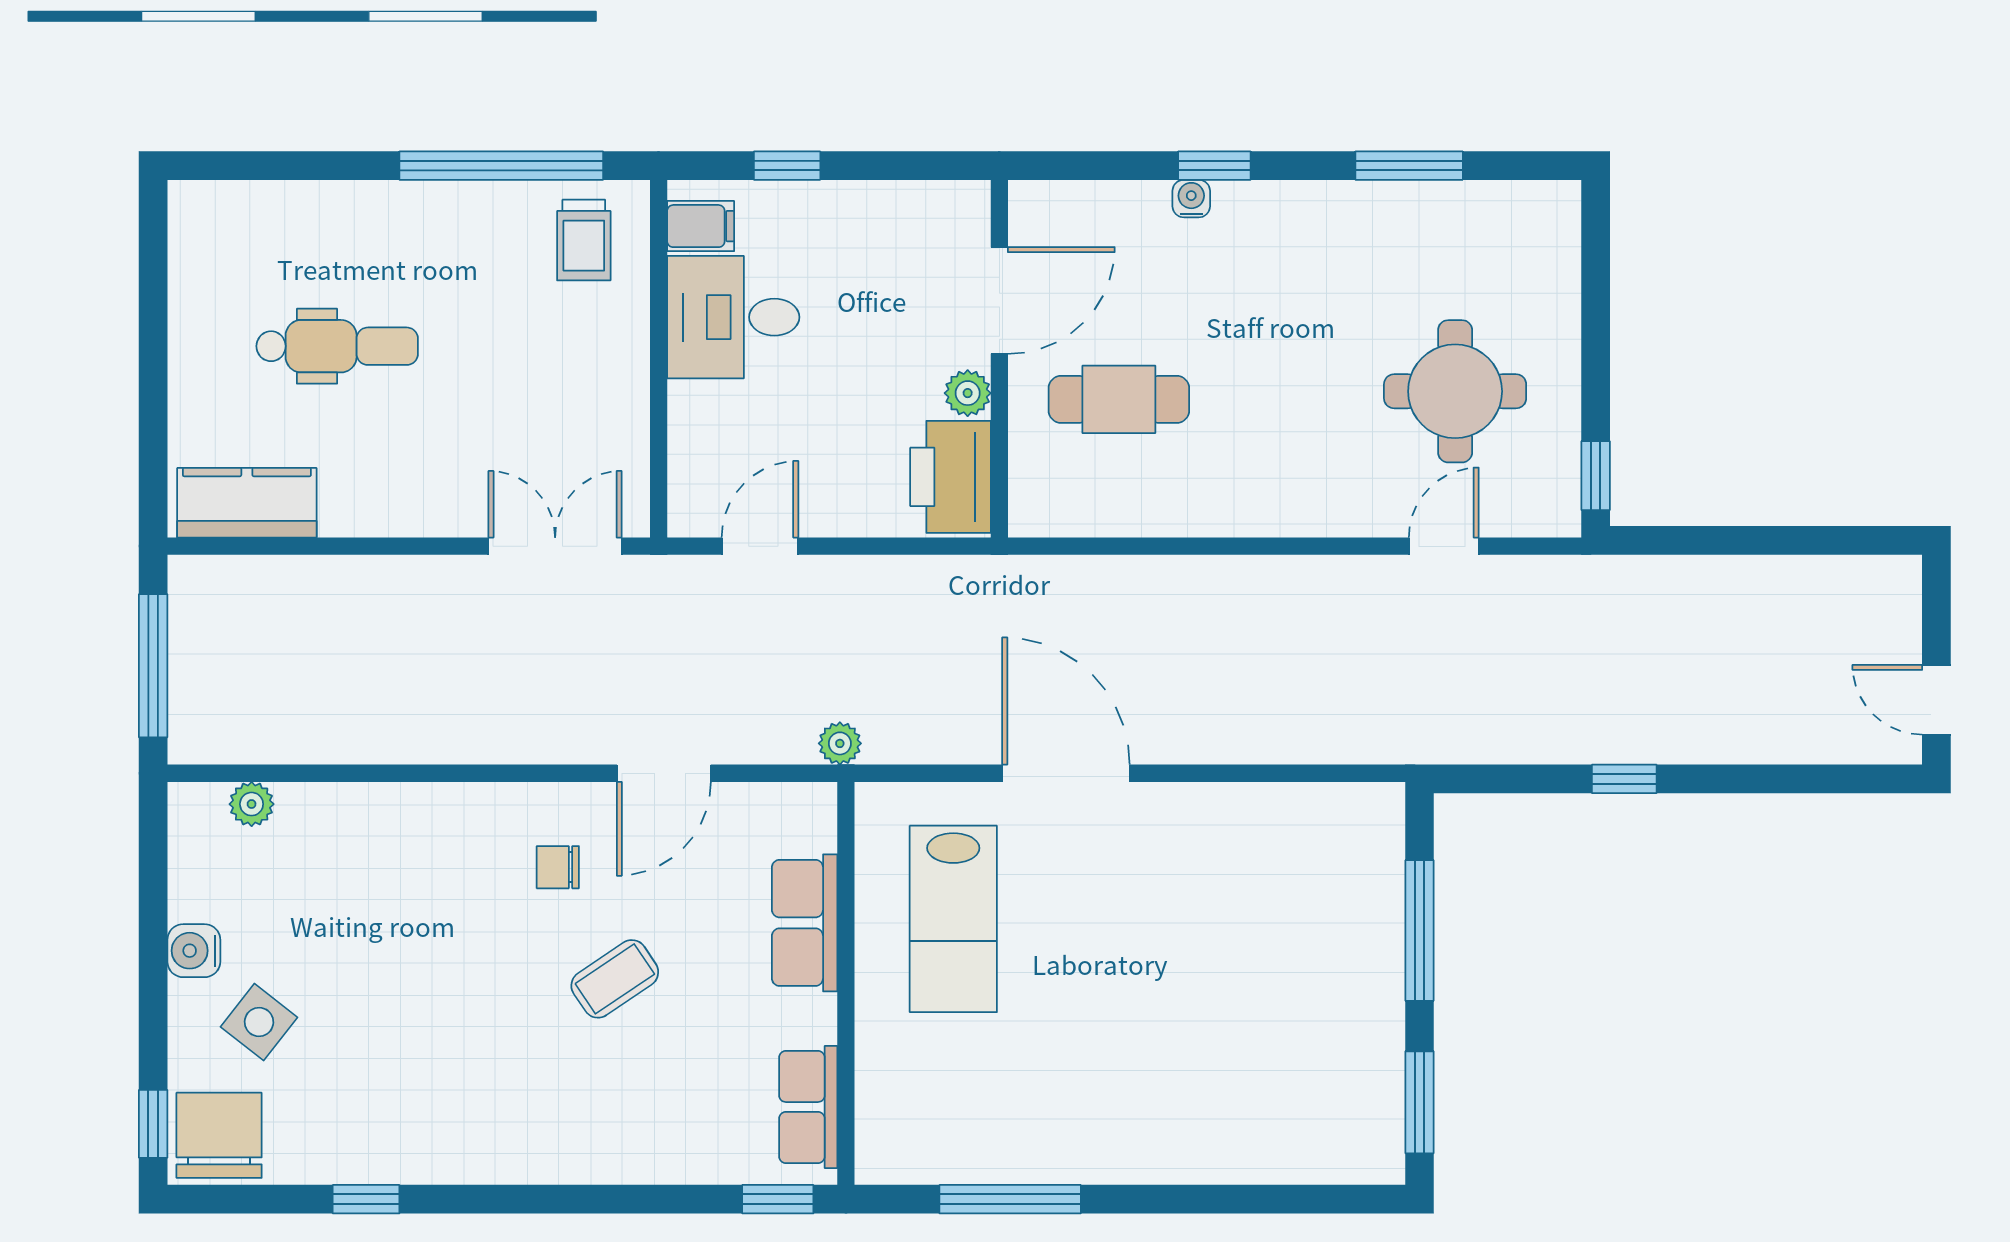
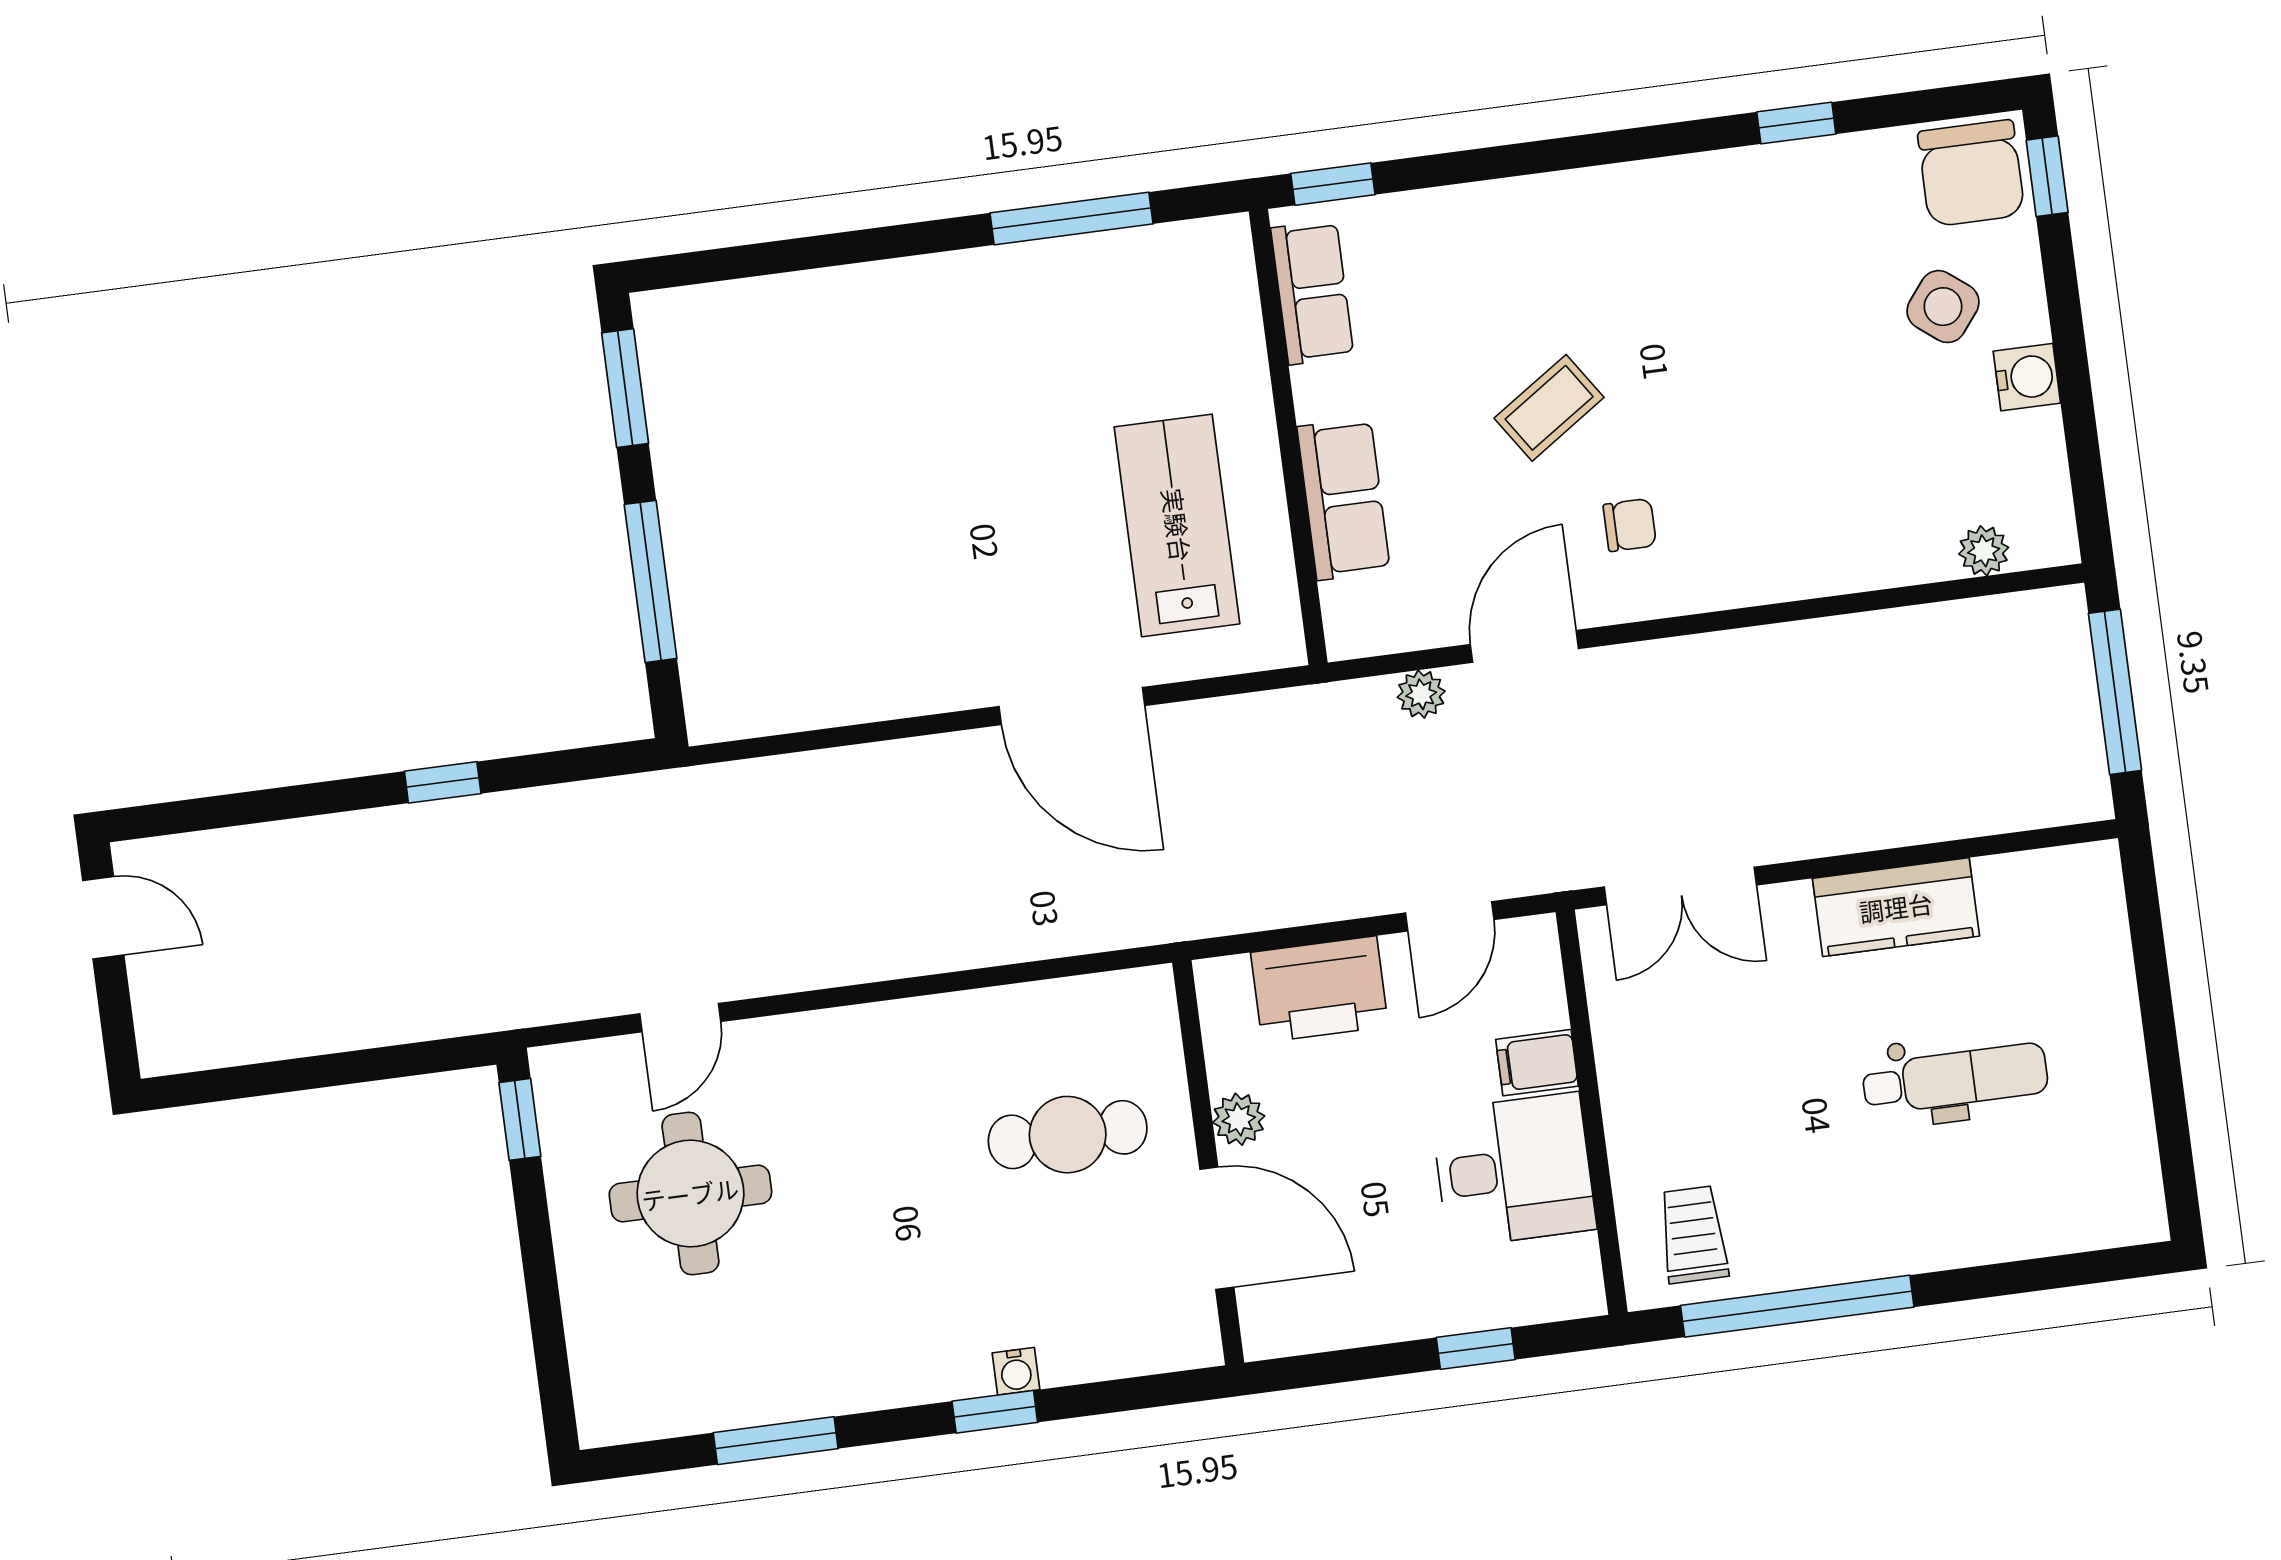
filing cabinet: (701, 226) -> (1537, 1063), moved
door: (999, 300) -> (1217, 1228), swing flipped
dental chair: (337, 346) -> (1955, 1079), turned 180
printer: (950, 477) -> (1319, 989), moved, turned 90
kitchen counter: (247, 503) -> (1896, 907), moved
plant: (840, 743) -> (1421, 694), moved

